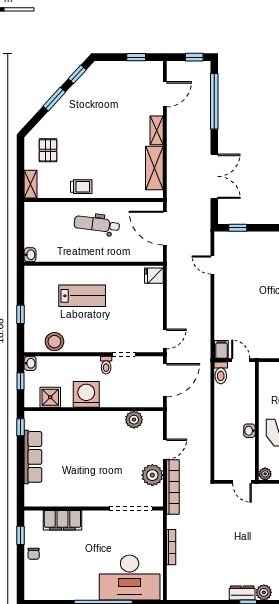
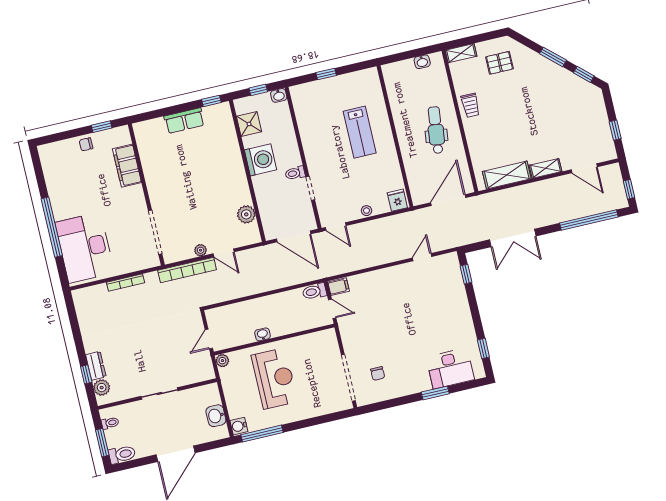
washbasin: (30, 255) -> (422, 62), moved
stool: (54, 342) -> (366, 211), moved, width x0.53, depth x0.53
door: (241, 360) -> (332, 309), hinge flipped
row of seats: (33, 457) -> (184, 121), width x0.68
plant: (152, 475) -> (201, 250), width x0.53, depth x0.53

